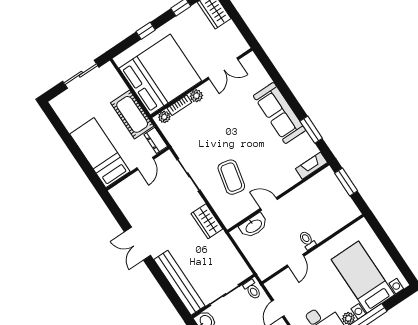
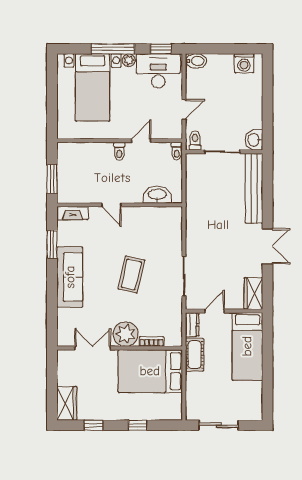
bed: (160, 75) -> (150, 371), width x0.73
plant: (196, 96) -> (126, 334), width x1.87, depth x1.87
cot: (132, 114) -> (195, 355), width x0.73, depth x0.75
plant: (164, 117) -> (171, 340), removed
coffee table: (231, 177) -> (131, 274), moved
door: (269, 204) -> (111, 205), moved
wardrobe: (207, 221) -> (253, 293), moved, turned 180
toilet: (261, 271) -> (177, 151), added

